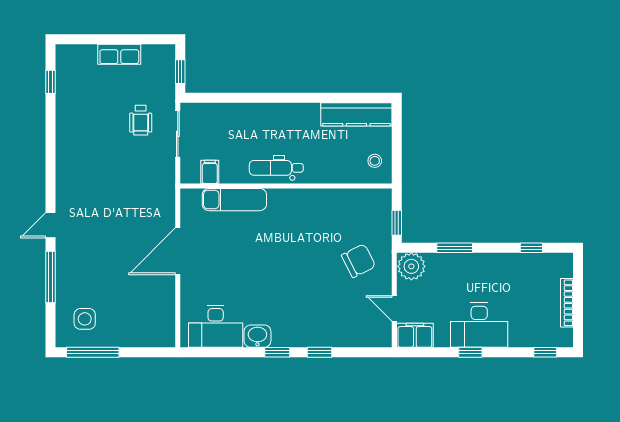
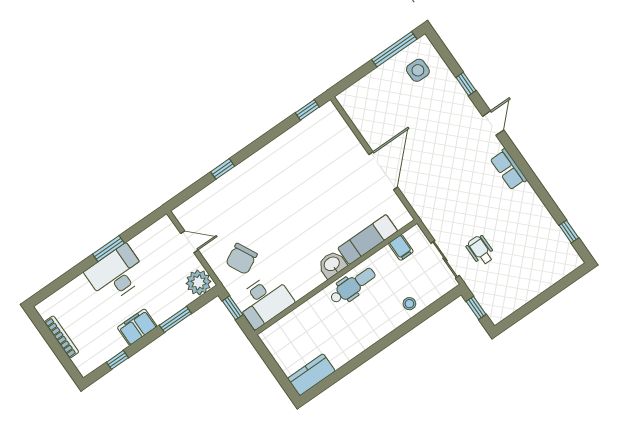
row of seats: (119, 54) -> (509, 169), moved, turned -90
kitchen counter: (356, 114) -> (311, 375), width x0.67
stool: (375, 161) -> (409, 304), moved
window: (51, 277) -> (466, 84), width x0.46
desk: (216, 326) -> (264, 301), moved, turned 180
filing cabinet: (415, 335) -> (137, 327), moved, turned 180
washbasin: (257, 336) -> (332, 264), moved, turned 180
window: (277, 352) -> (307, 110), moved
window: (470, 352) -> (109, 249), width x1.50
window: (545, 352) -> (52, 288), removed

